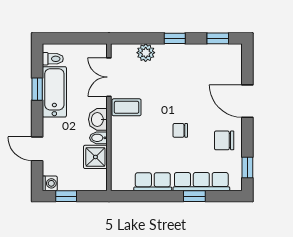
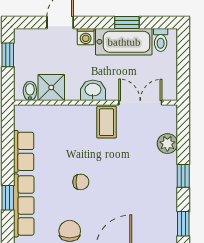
chair: (180, 130) -> (81, 182), turned 90
bidet: (98, 138) -> (30, 91), moved
washing machine: (50, 183) -> (86, 37), moved

